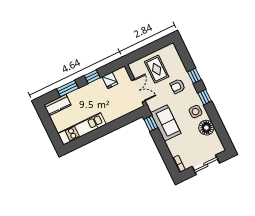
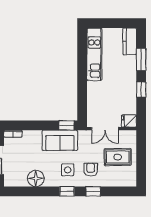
fridge: (110, 80) -> (129, 121), moved
side table: (196, 112) -> (68, 170), moved

